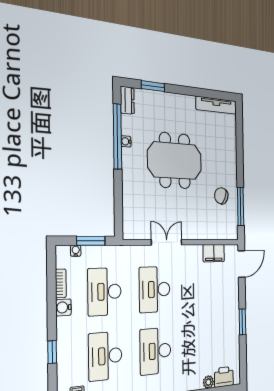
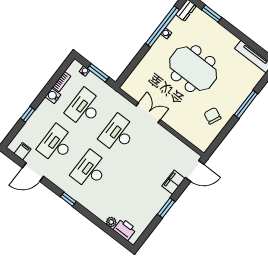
window: (241, 207) -> (246, 104), moved
filing cabinet: (214, 253) -> (173, 182), moved, turned 90

